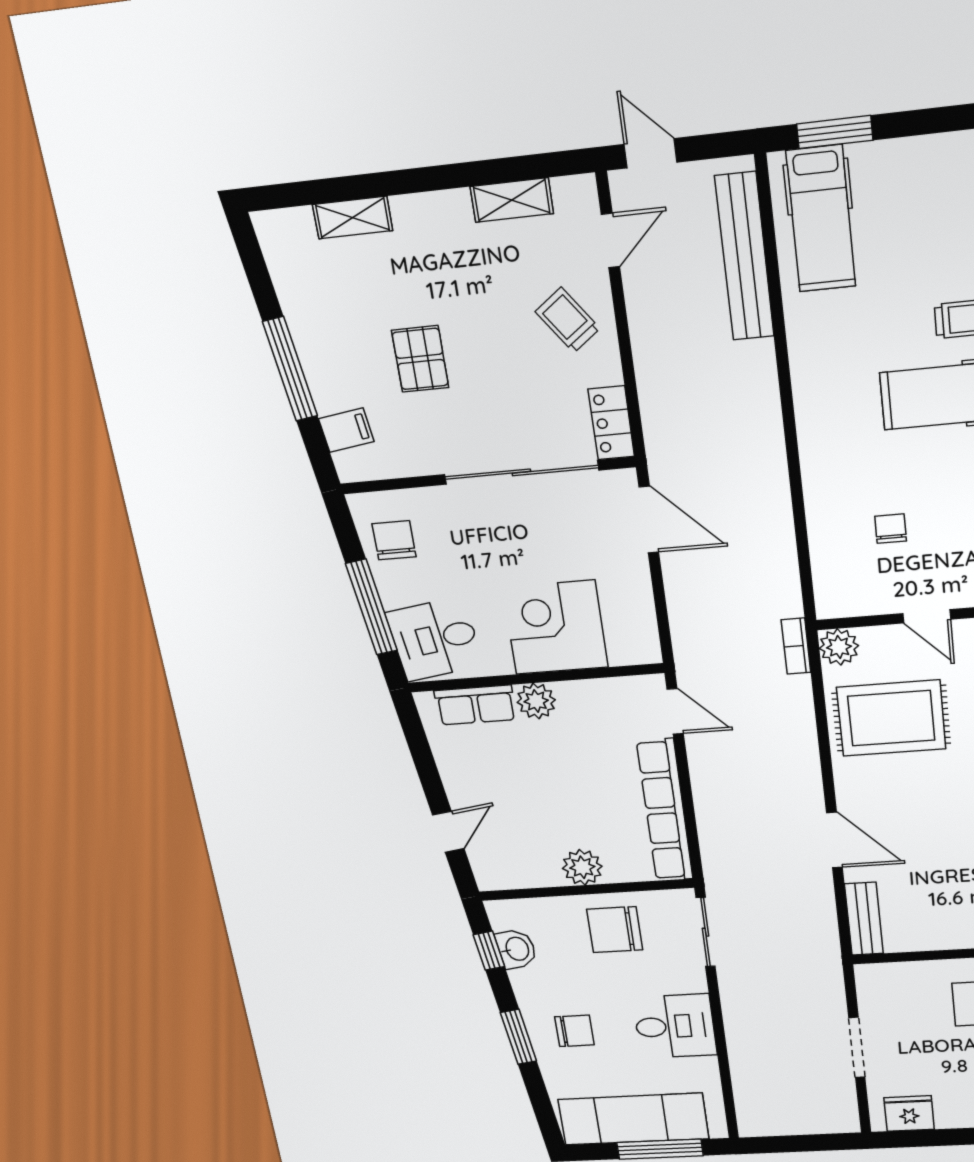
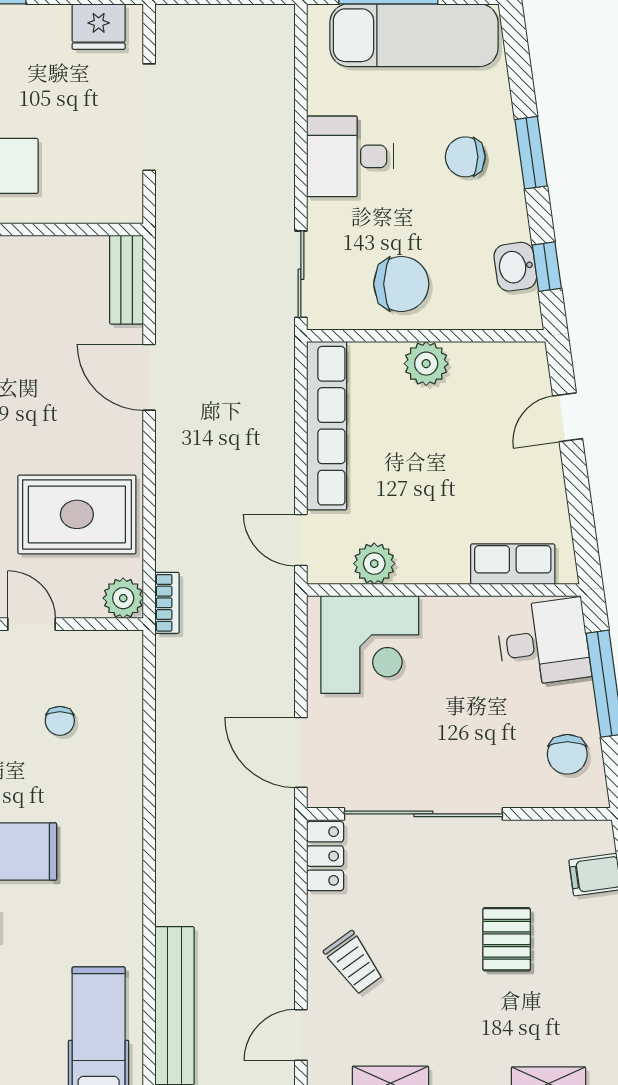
corner desk: (555, 627) -> (370, 645), moved
plant: (536, 701) -> (374, 564), moved
doorway: (857, 1047) -> (149, 117), width x1.36

